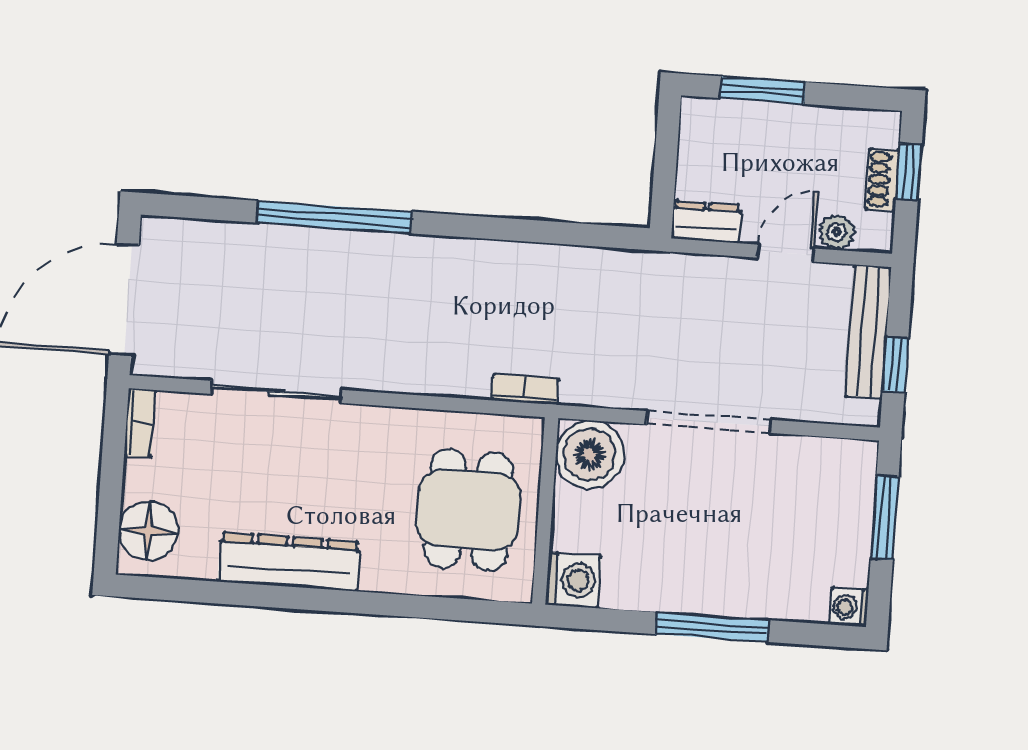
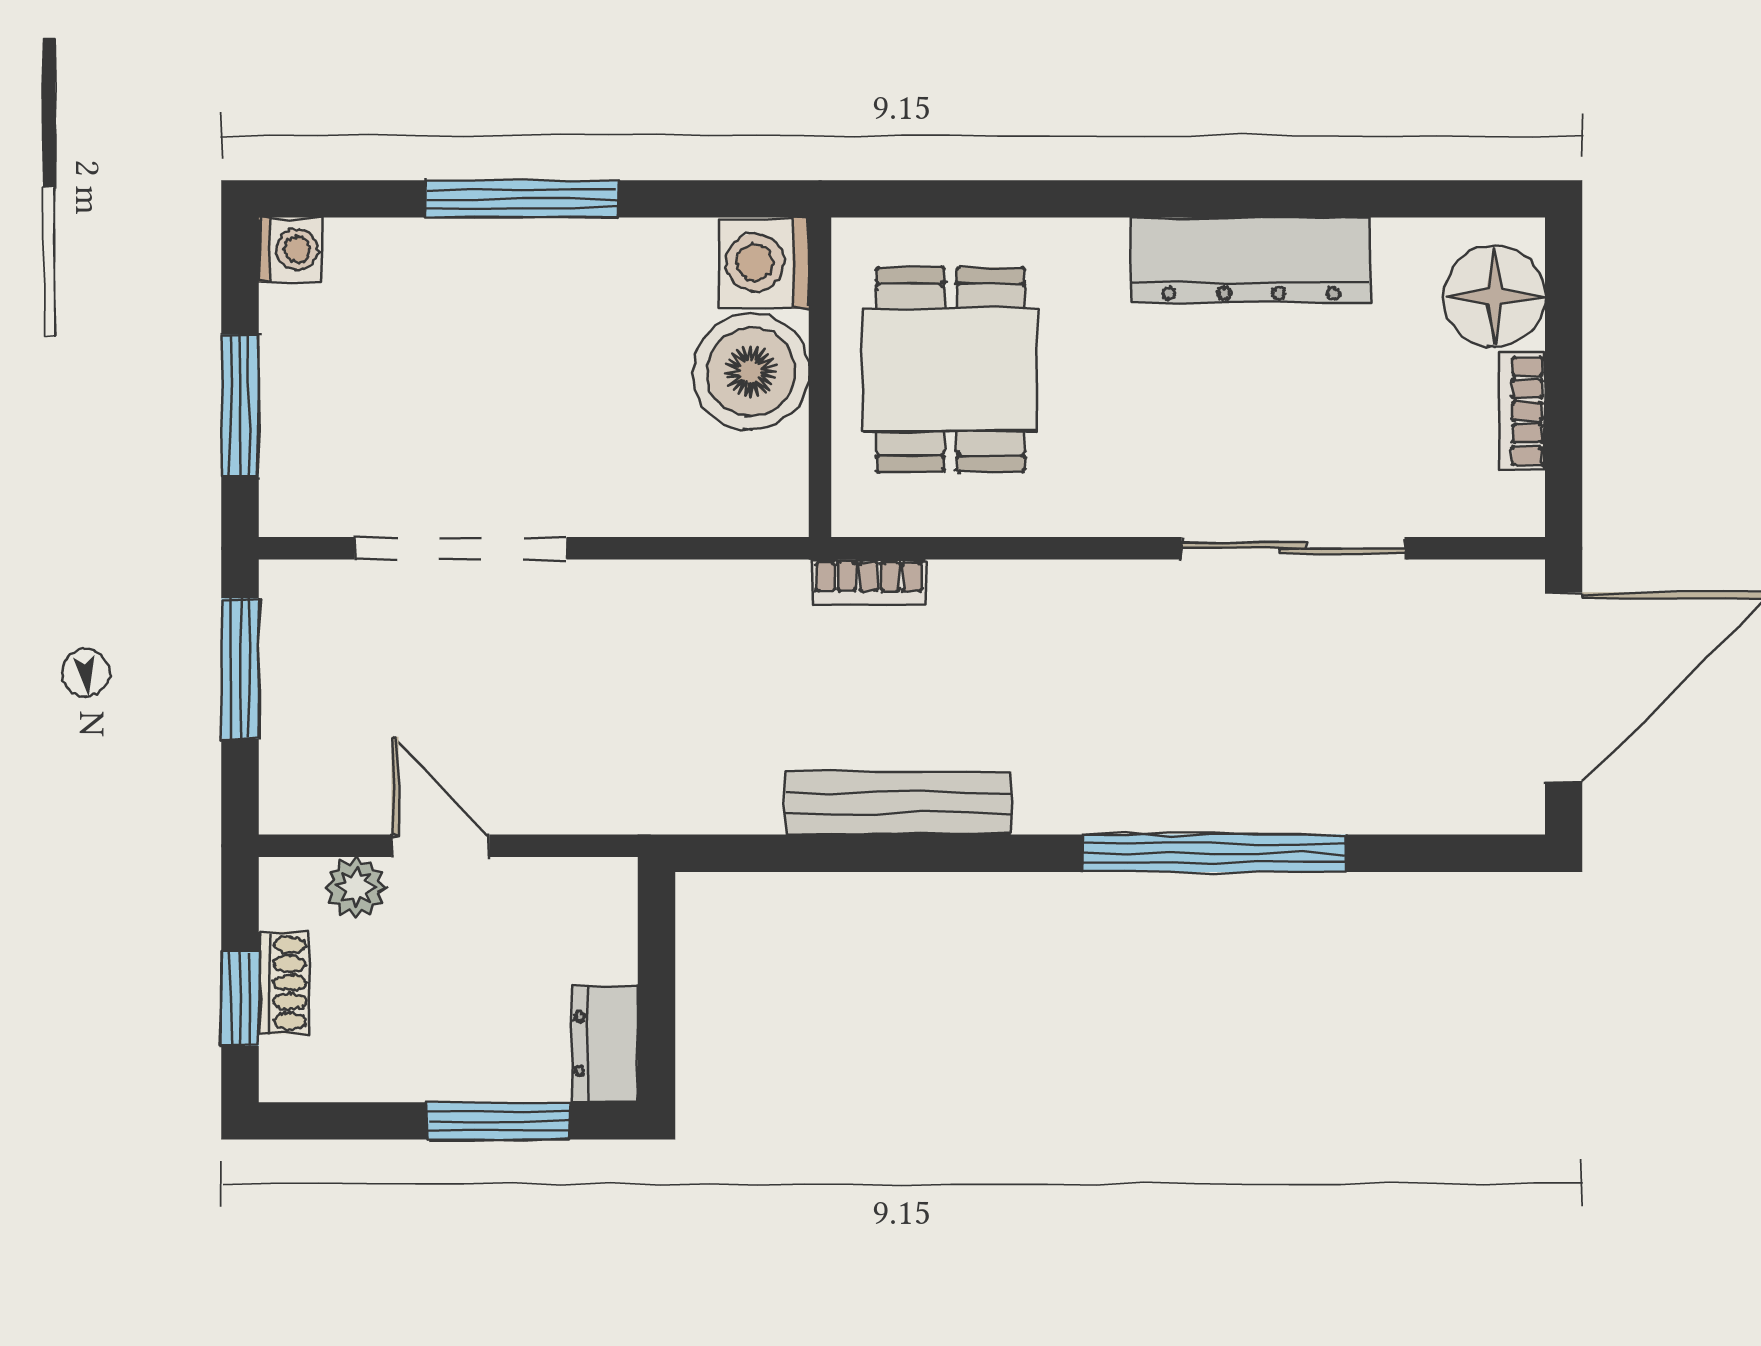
dresser: (706, 222) -> (605, 1044), moved, turned 90
door: (786, 253) -> (441, 846), swing flipped
bench: (868, 332) -> (898, 803), moved, turned 90
window: (895, 365) -> (240, 669), width x1.50
doorway: (709, 422) -> (461, 548), moved
bookcase: (140, 423) -> (1522, 411), moved
boiler: (590, 454) -> (751, 372), moved

